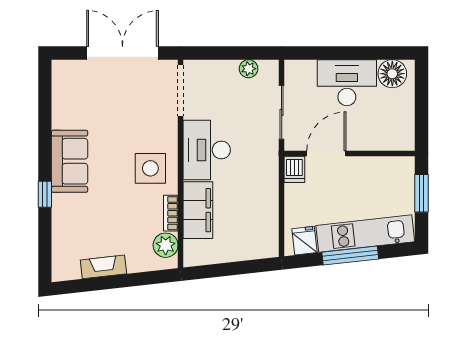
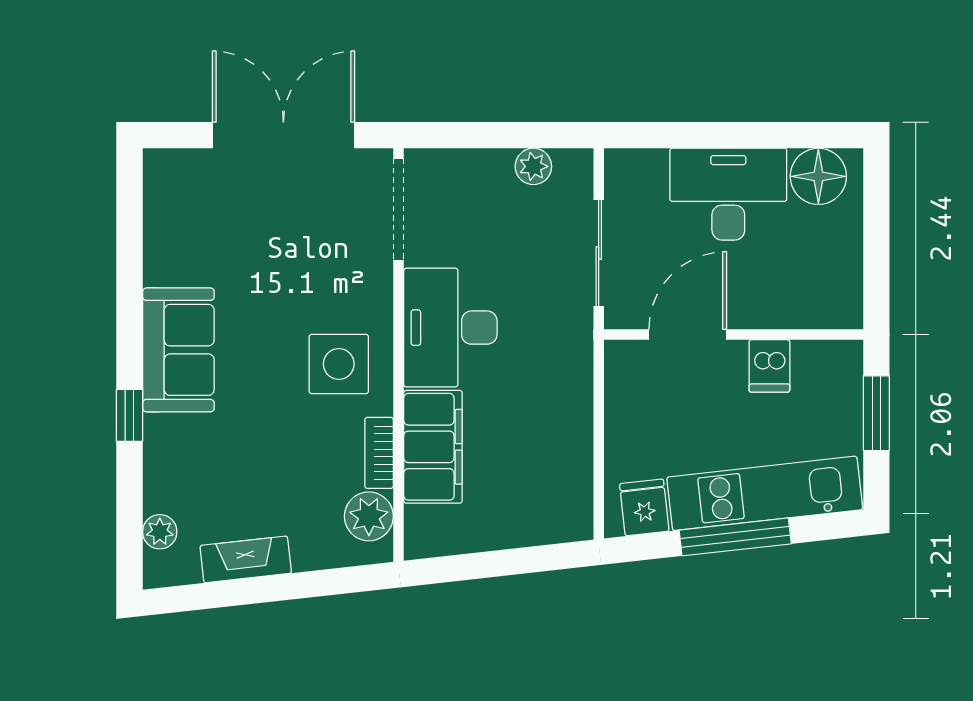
dishwasher: (294, 169) -> (769, 366), moved
plant: (60, 253) -> (160, 532), added

